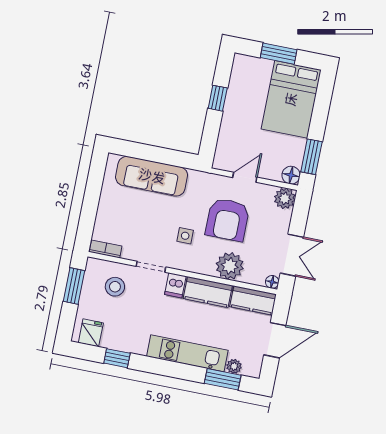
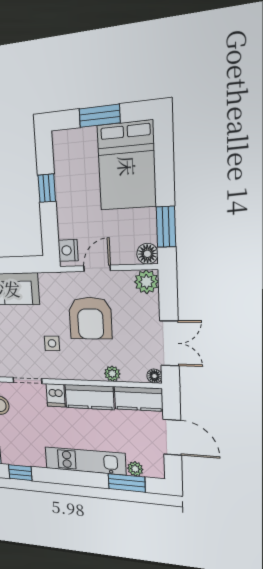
nightstand: (223, 156) -> (68, 250), added
plant: (230, 266) -> (112, 374), width x0.53, depth x0.53
door: (275, 340) -> (172, 437), hinge flipped

